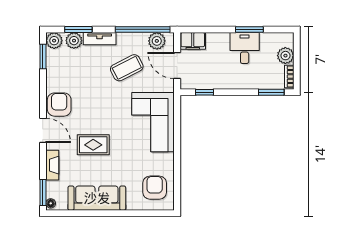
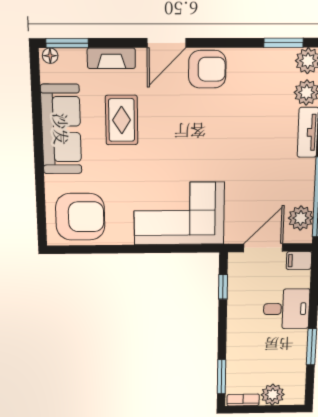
filing cabinet: (193, 41) -> (299, 260), width x0.50
desk: (245, 48) -> (286, 309), moved
coffee table: (127, 68) -> (262, 174), removed
rug: (93, 145) -> (122, 120), moved
armchair: (155, 188) -> (80, 217), width x1.36, depth x1.36

